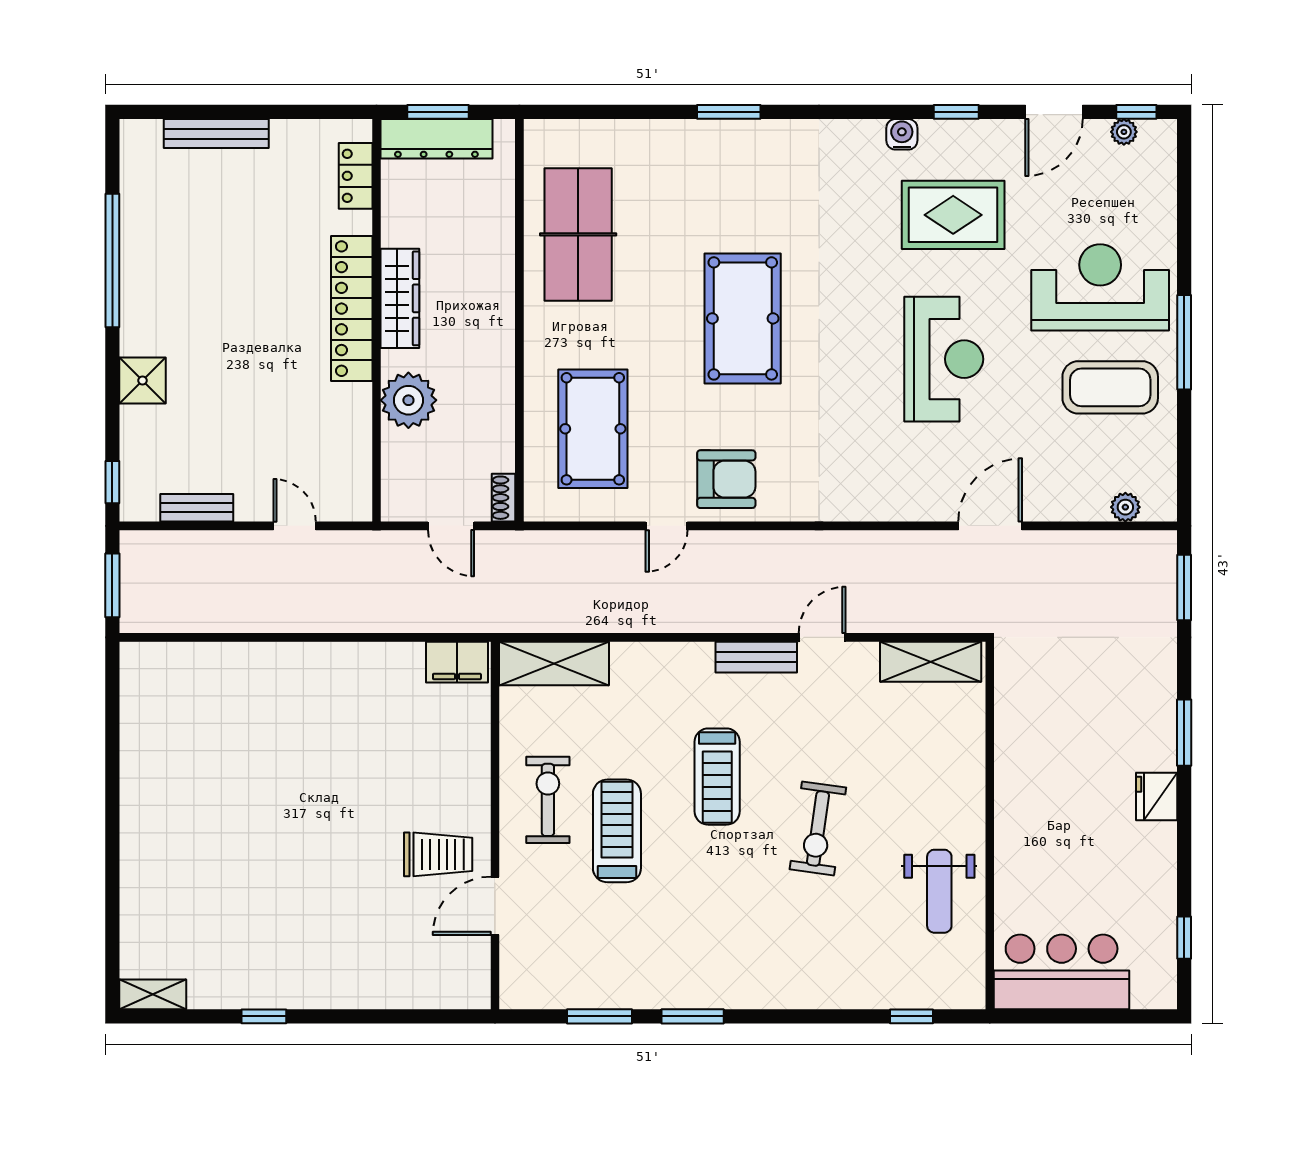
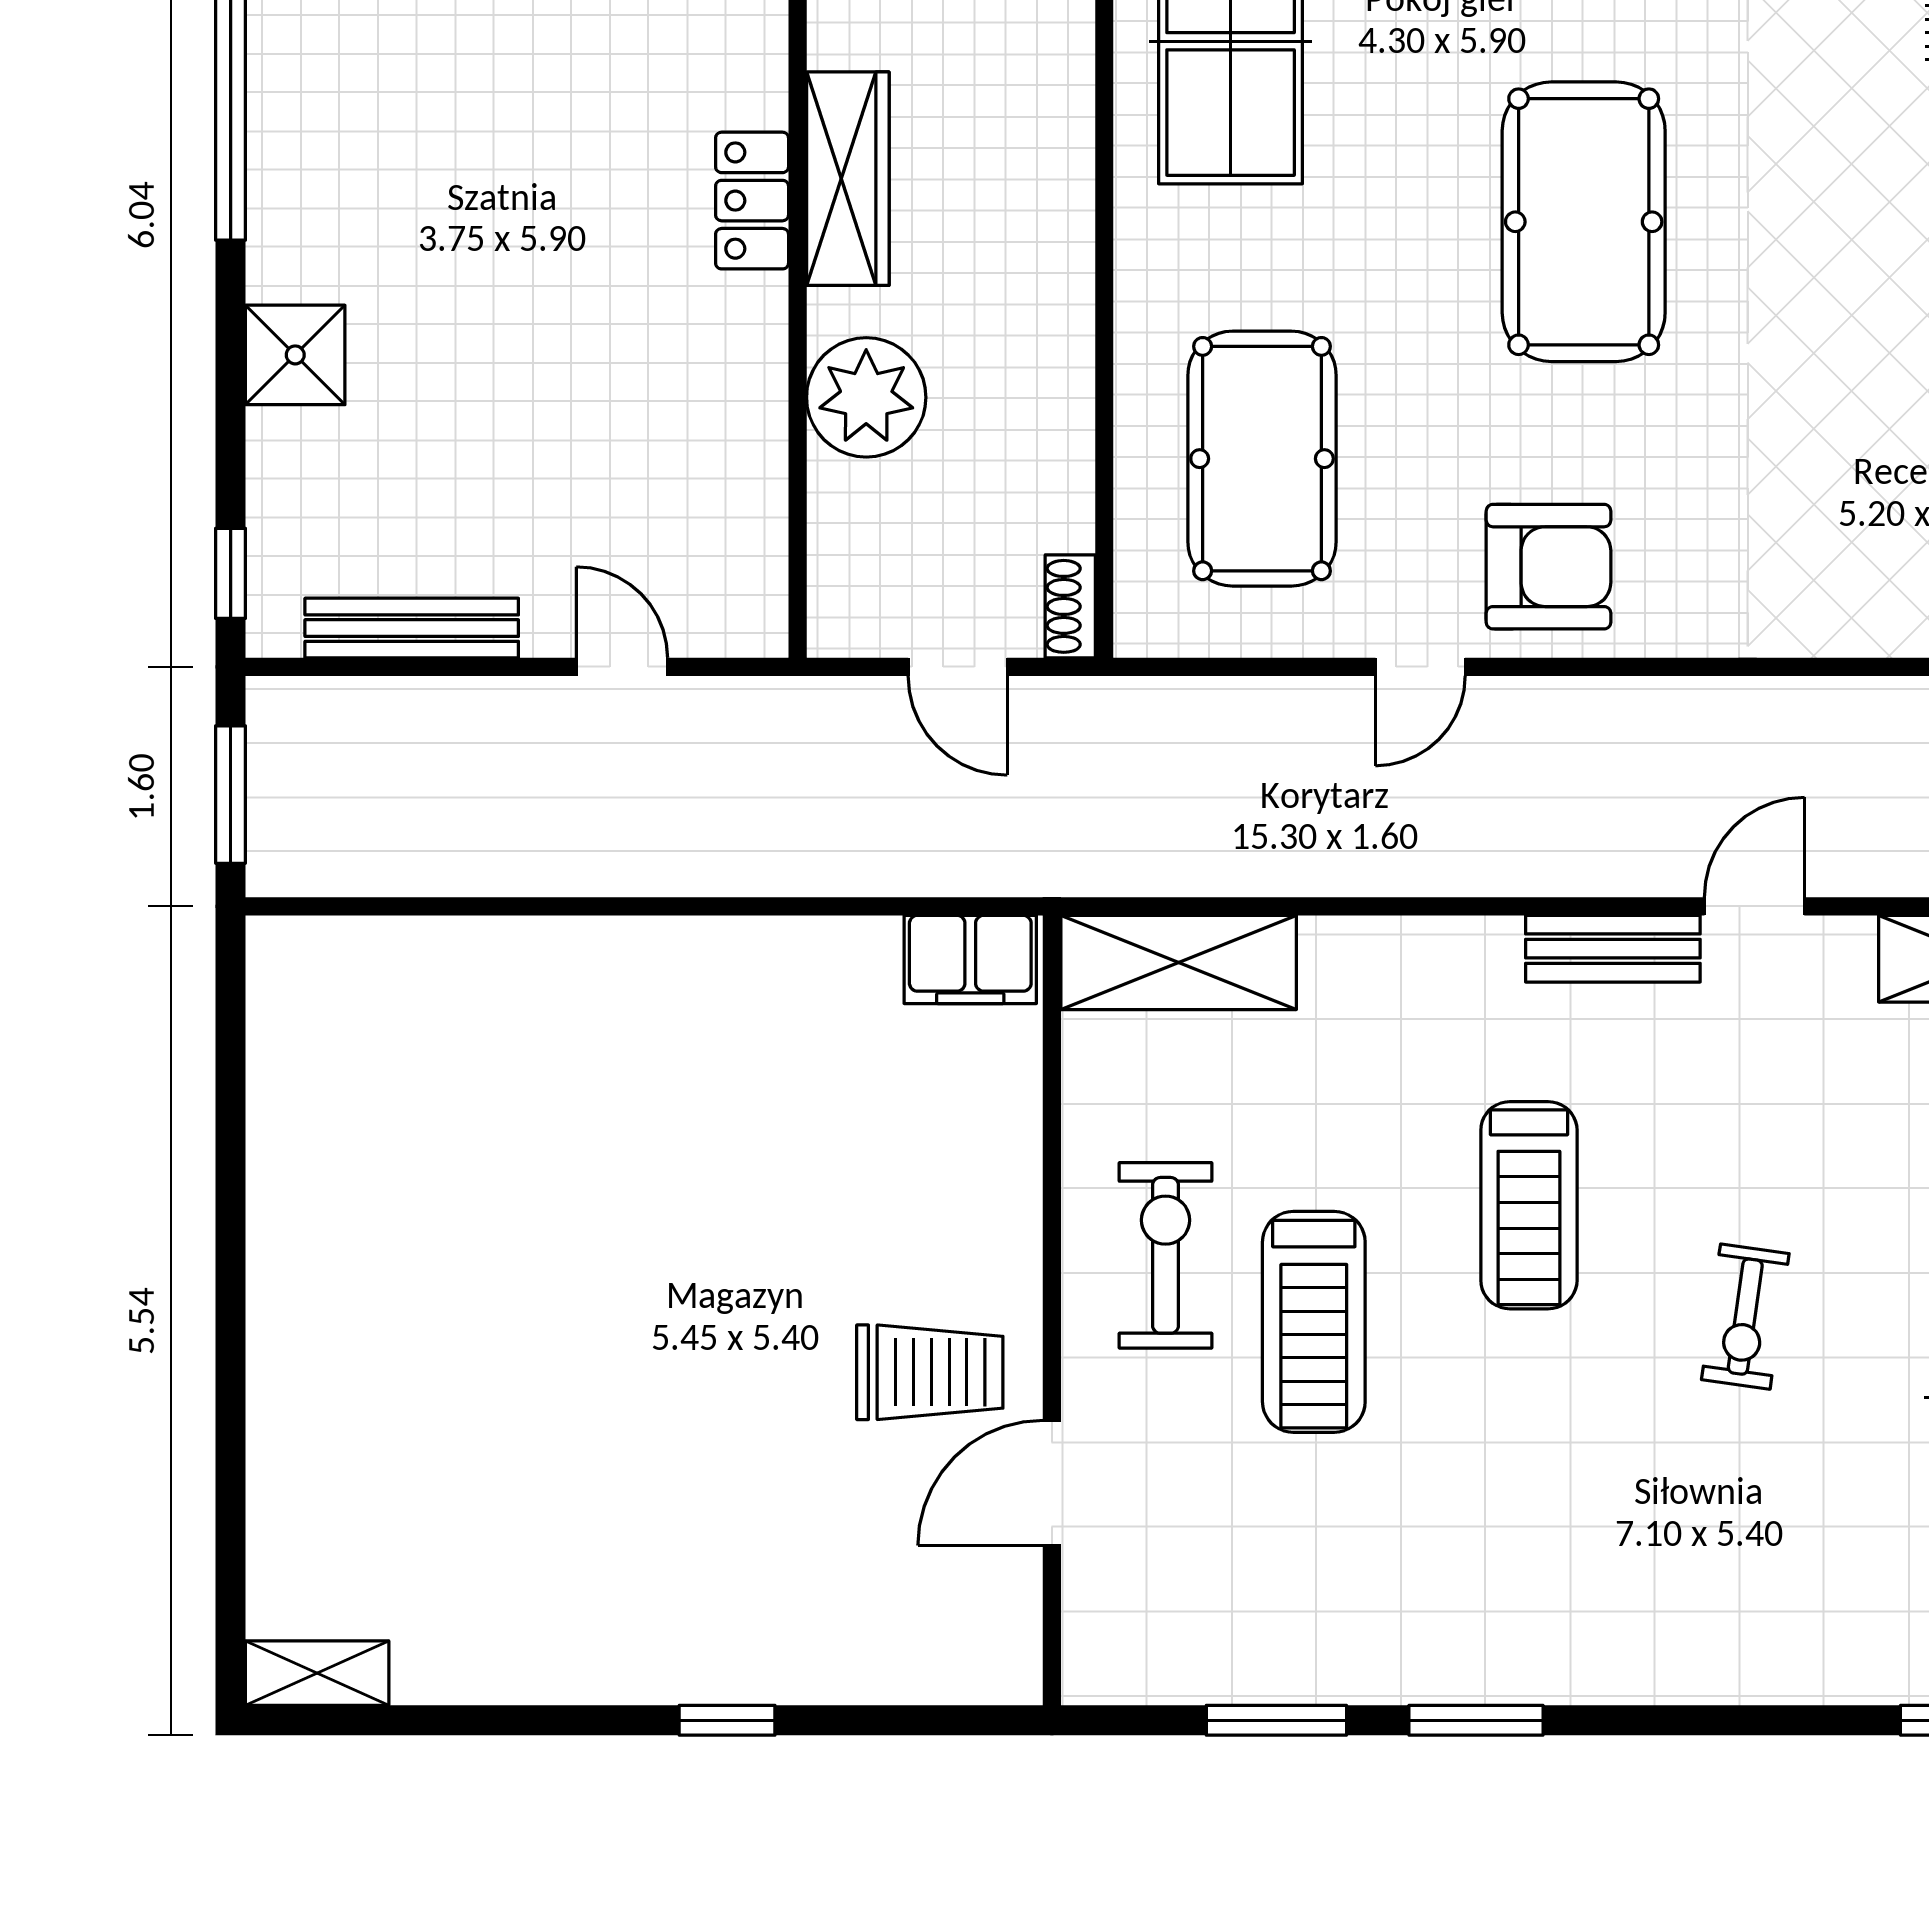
locker: (352, 309) -> (752, 201), width x0.46, depth x0.83
bench: (197, 508) -> (412, 628), width x1.36
exercise bike: (818, 828) -> (1745, 1317), width x0.73, depth x0.72
treadmill: (617, 831) -> (1314, 1322), turned 180
window: (264, 1016) -> (727, 1720), moved

